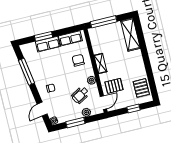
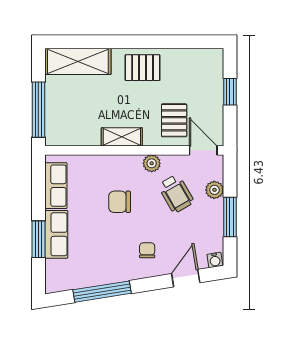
chair: (78, 60) -> (120, 202), moved
pallet: (141, 88) -> (143, 68), moved
door: (42, 109) -> (186, 278), swing flipped

